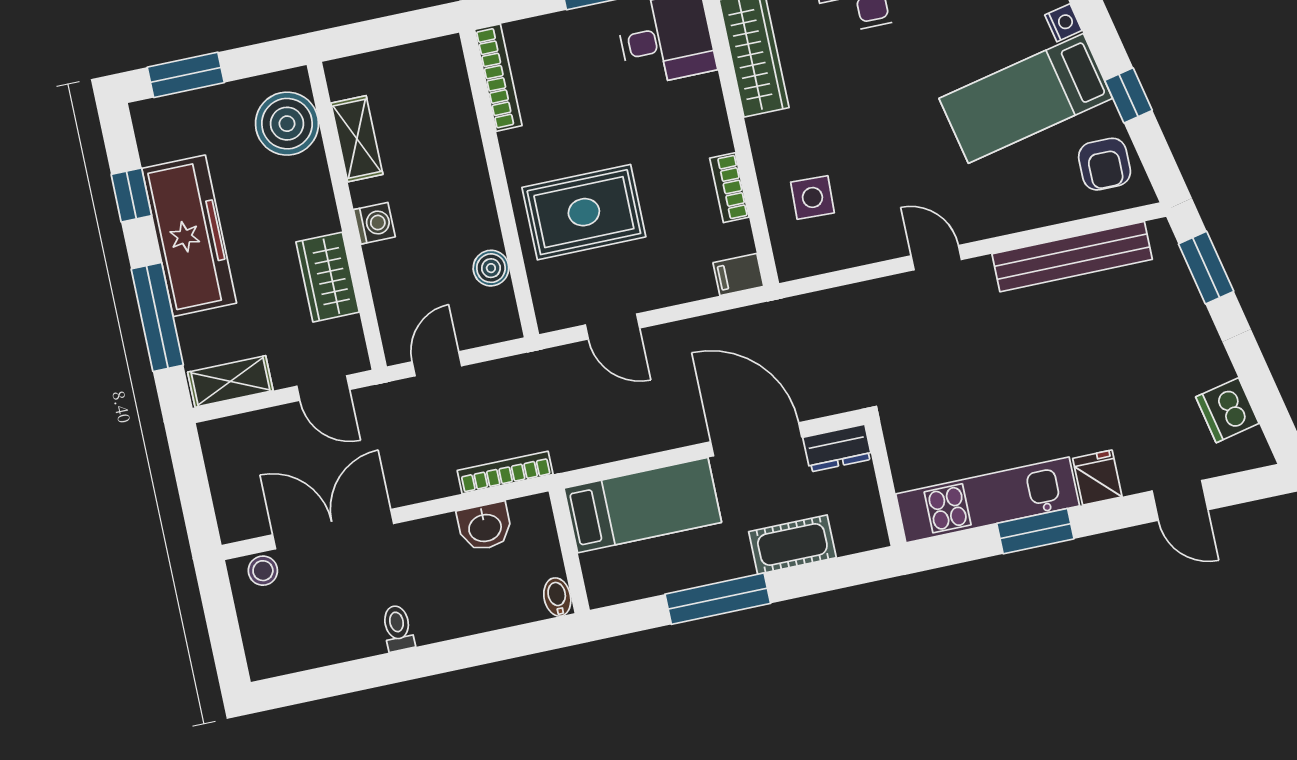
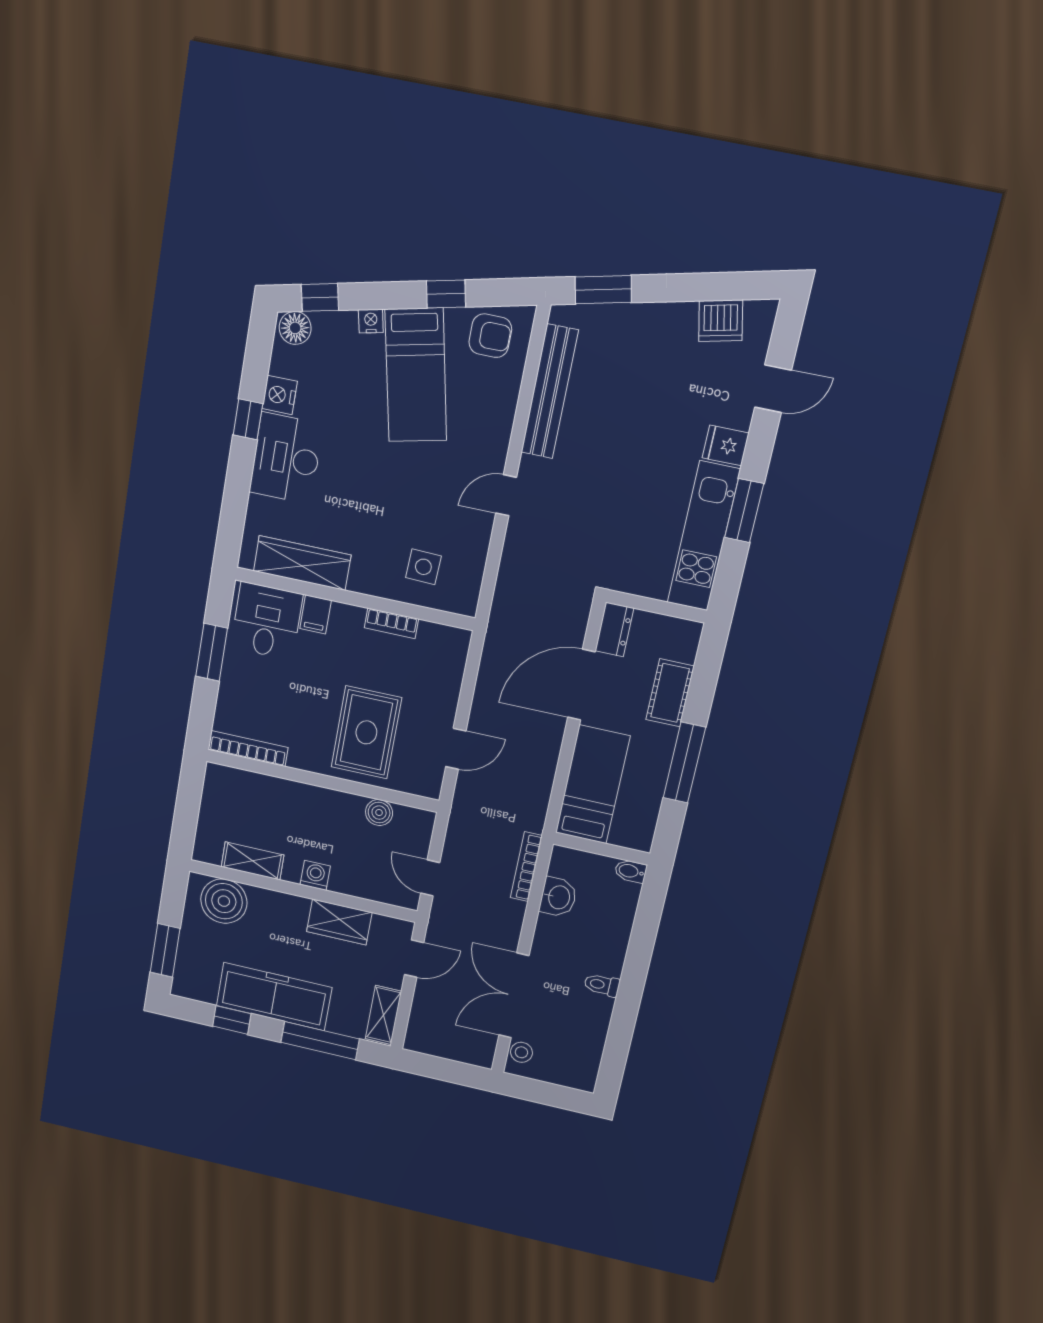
filing cabinet: (738, 275) -> (316, 614), moved

